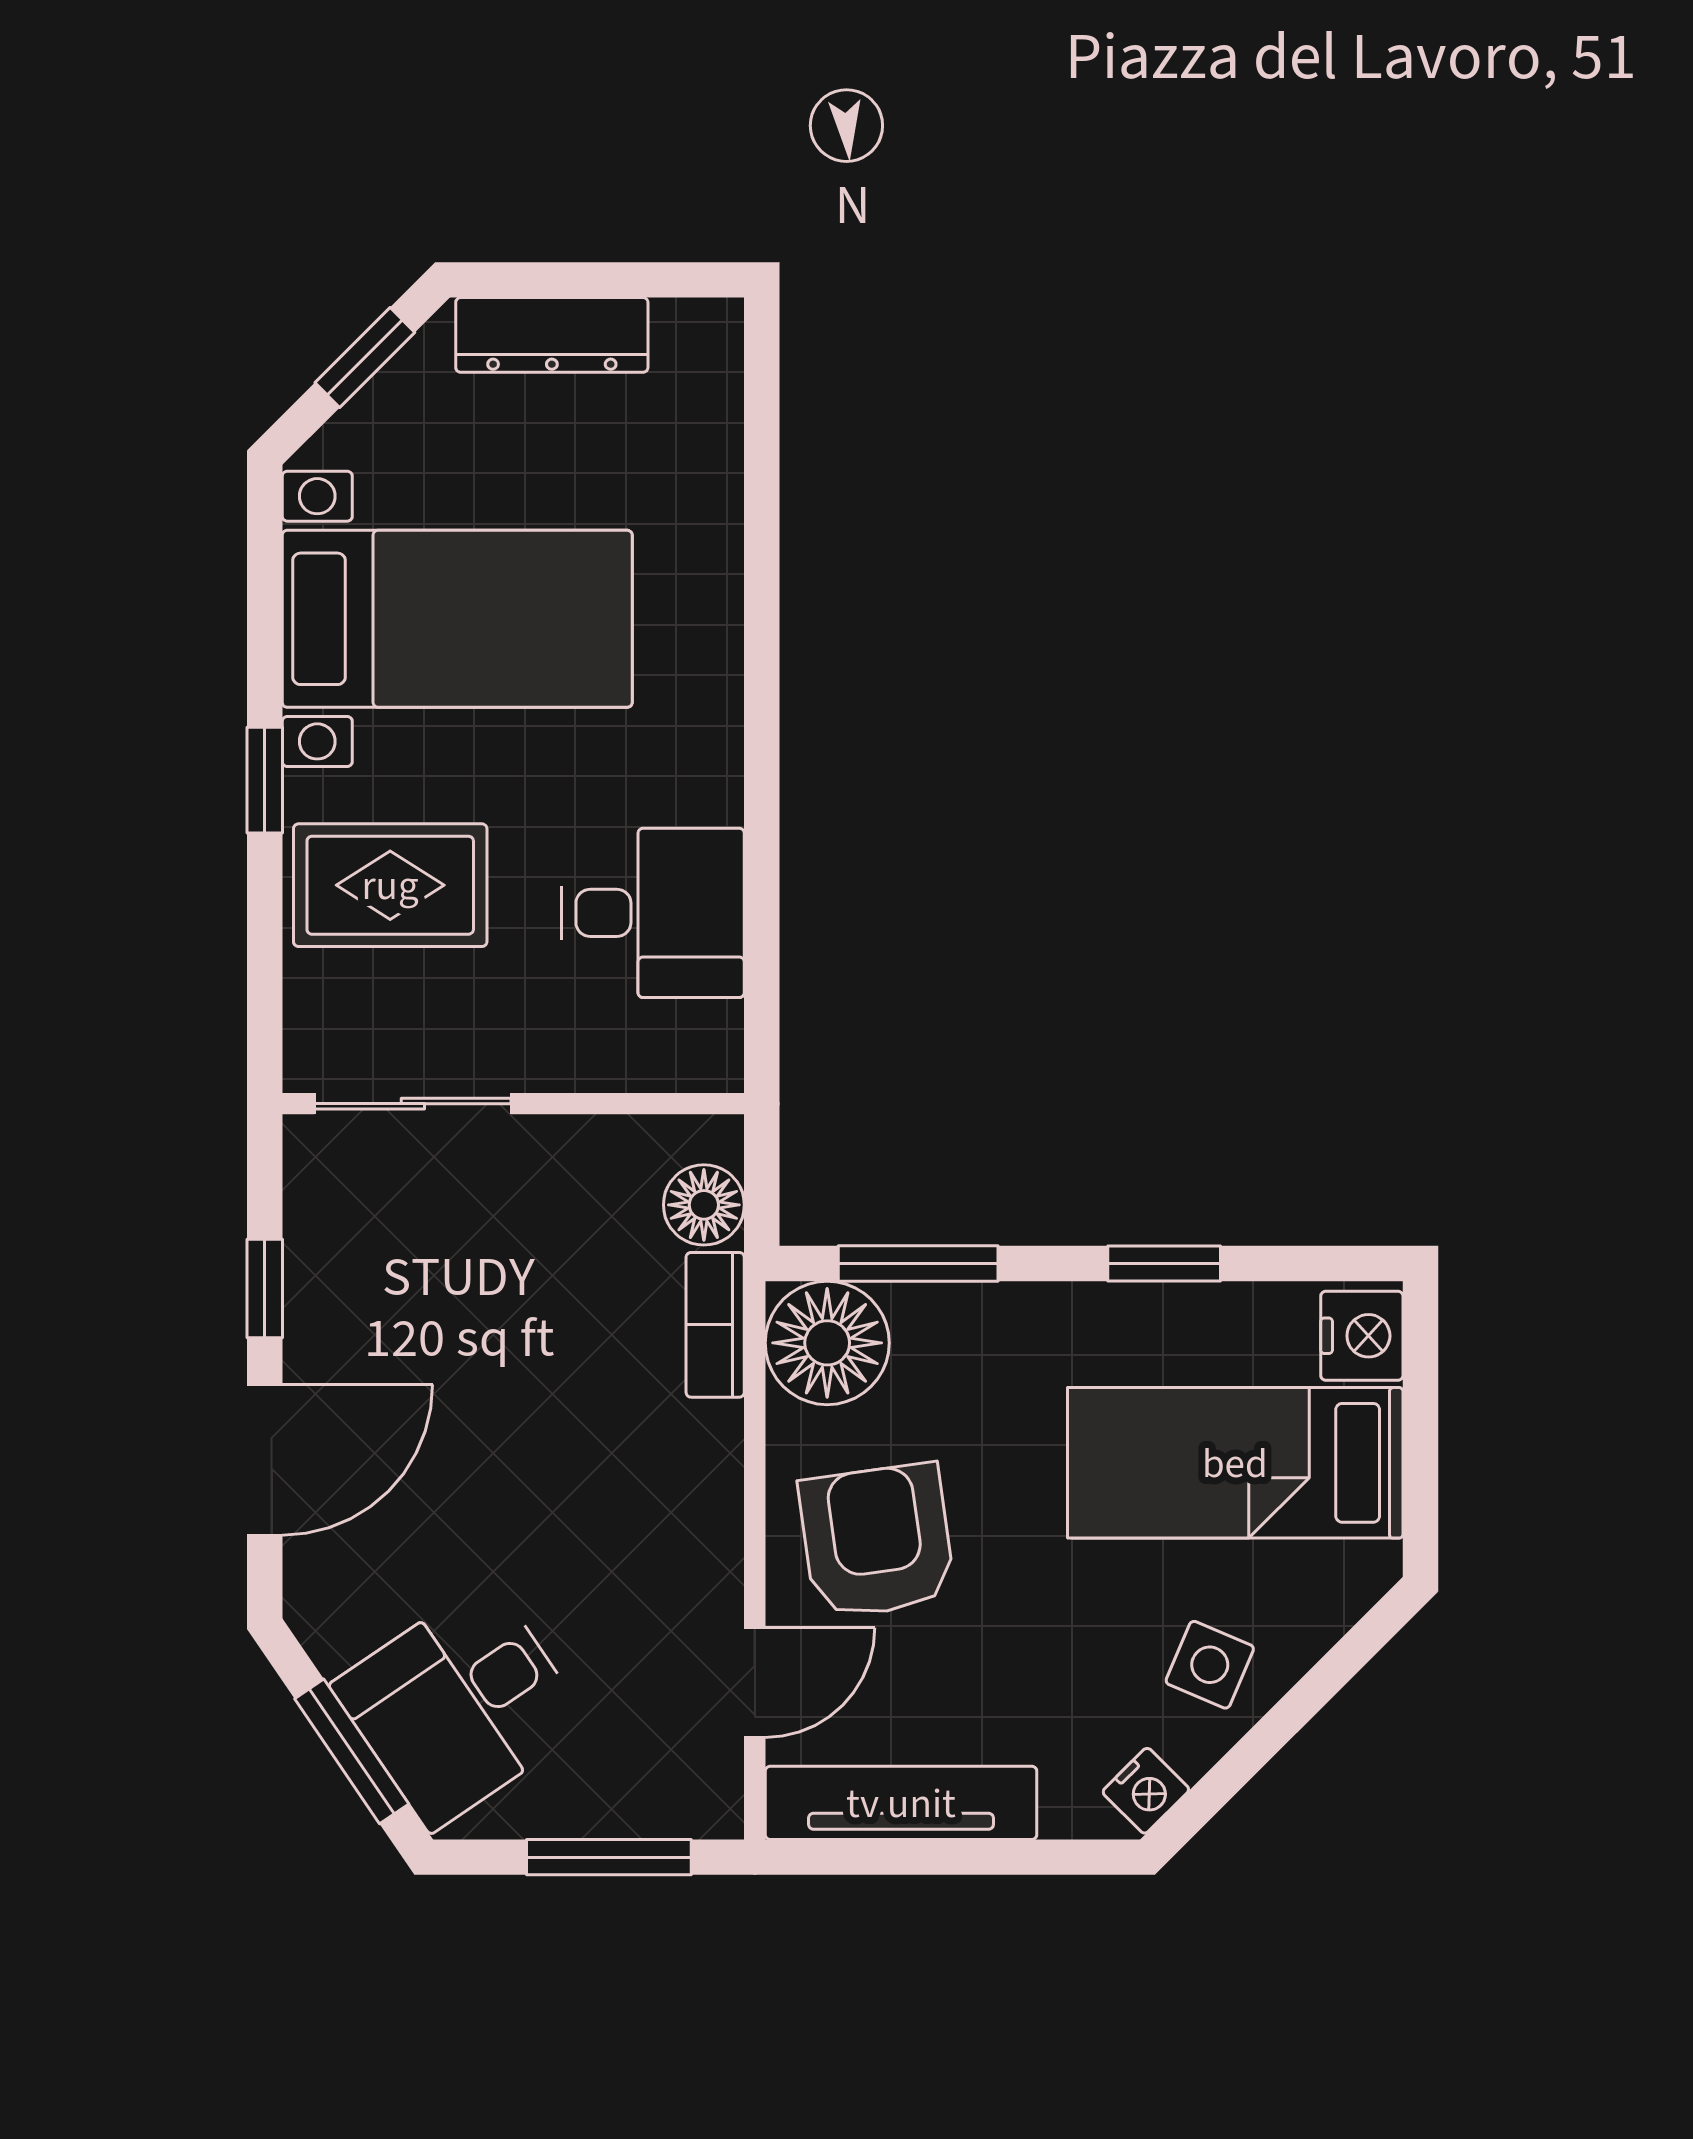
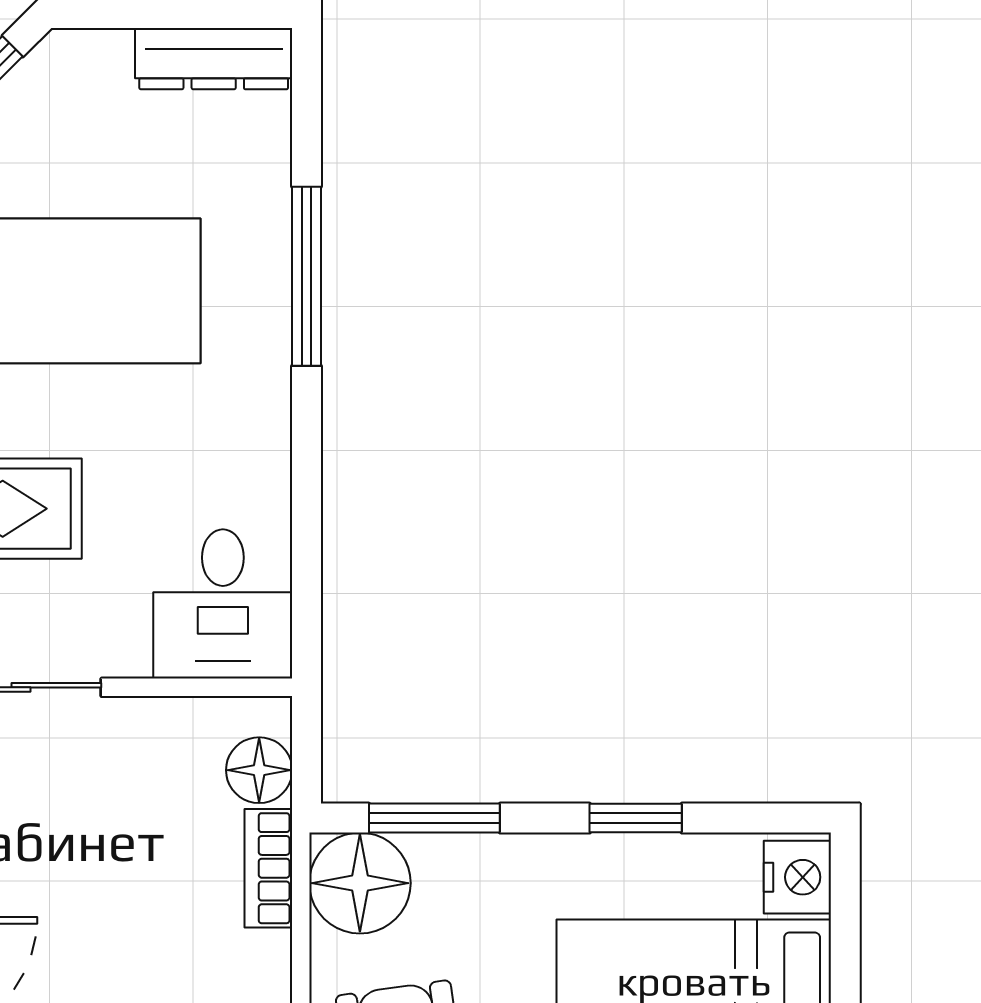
dresser: (552, 335) -> (214, 59), moved
window: (762, 601) -> (307, 276), added
desk: (653, 913) -> (223, 604), moved, turned 90

